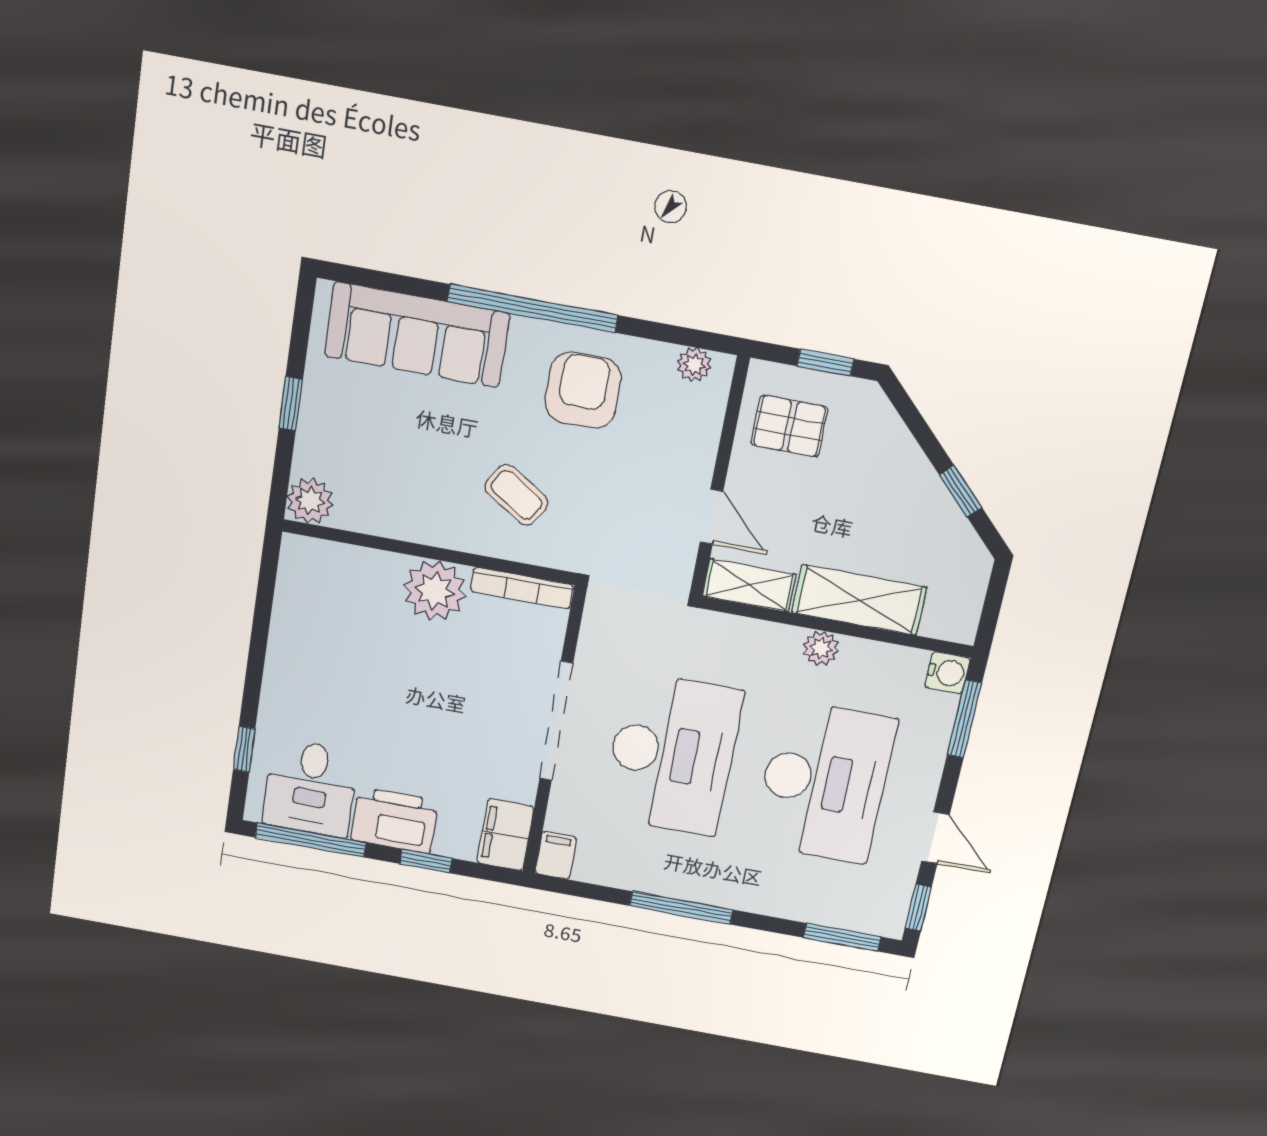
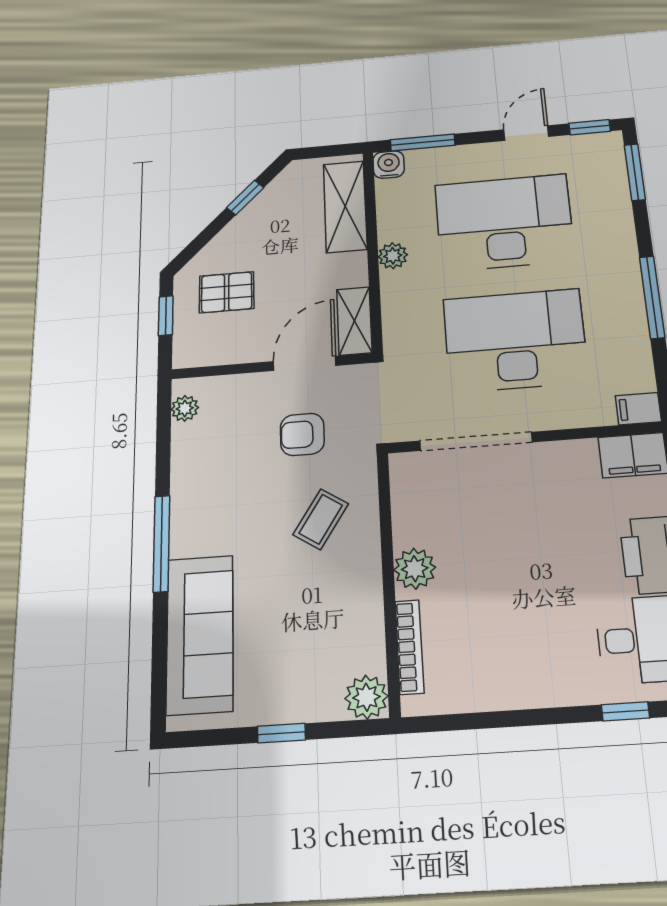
window: (533, 308) -> (161, 543), width x0.68
armchair: (583, 390) -> (302, 434), moved, width x0.72, depth x0.72
pallet: (789, 426) -> (227, 292), moved, turned 90
door: (712, 517) -> (305, 363), width x1.38
bookcase: (522, 588) -> (409, 647), moved
plant: (435, 591) -> (415, 569), width x0.73, depth x0.73
shelving: (859, 600) -> (345, 206), moved
doorway: (556, 721) -> (476, 441), moved

